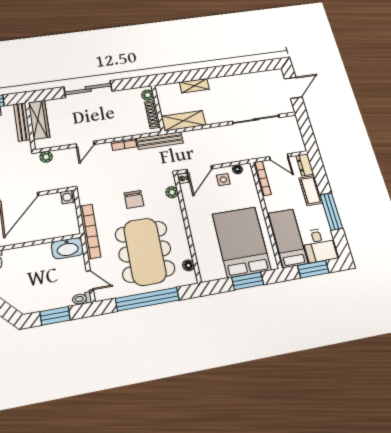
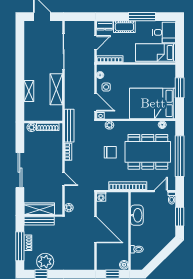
shelving: (183, 121) -> (56, 89), moved
bed: (241, 242) -> (153, 103), moved
washbasin: (67, 248) -> (137, 215), moved
window: (313, 269) -> (180, 41), removed

